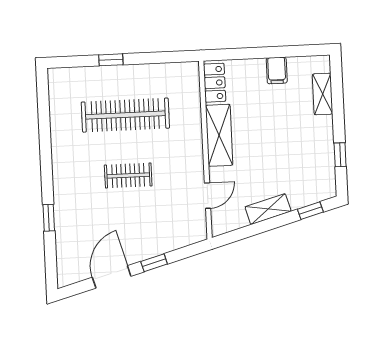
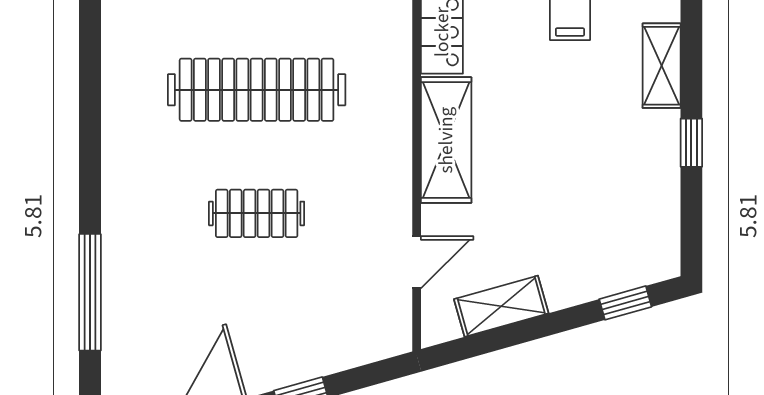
window: (340, 155) -> (691, 143), moved
shelving: (268, 209) -> (501, 306), moved
window: (49, 218) -> (90, 292), width x2.17

